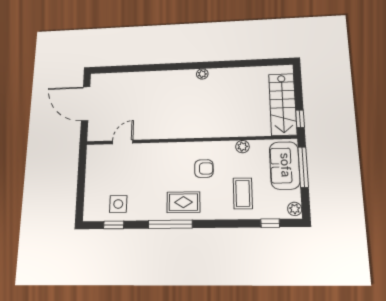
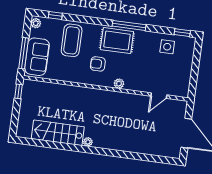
stairs: (283, 104) -> (58, 133), moved, turned -90
plant: (242, 147) -> (119, 84), moved
coffee table: (243, 193) -> (72, 40), width x1.36, depth x1.32
rug: (183, 202) -> (117, 41), width x1.36, depth x1.43
window: (114, 225) -> (182, 33), moved

